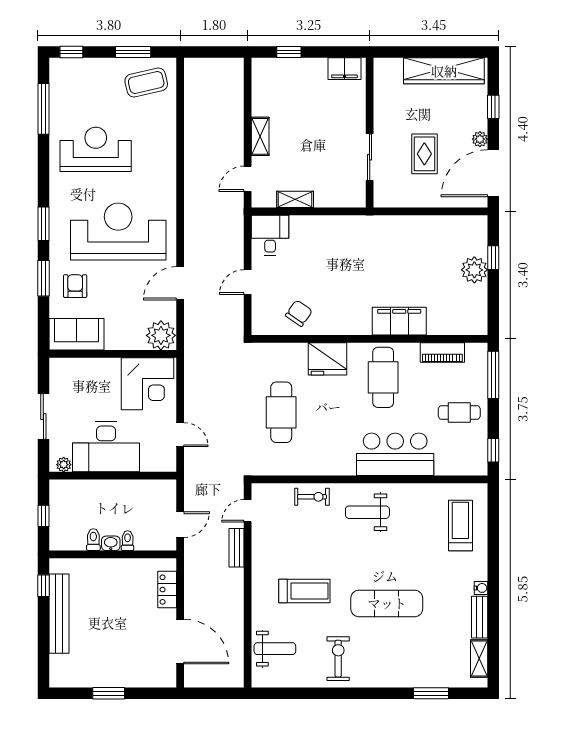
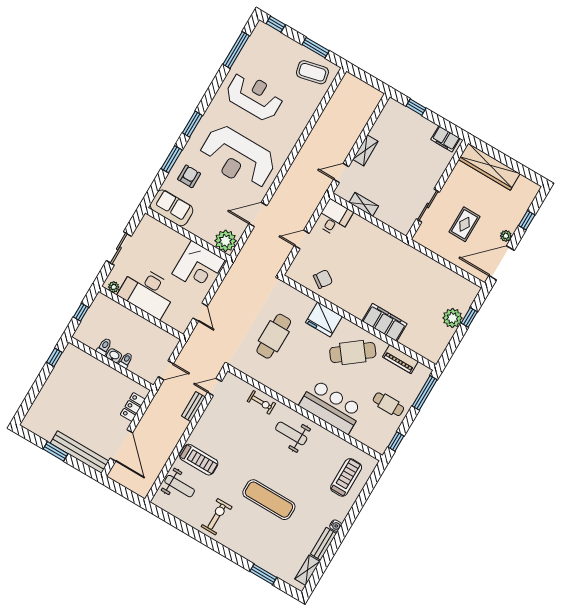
wardrobe: (444, 71) -> (489, 167), moved
reception desk: (118, 232) -> (238, 158), turned 180
cafe table: (383, 377) -> (353, 353), turned 52
treadmill: (304, 591) -> (199, 460), moved
bench: (59, 614) -> (79, 452), moved, turned 90

